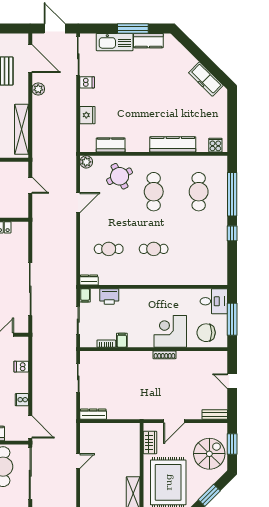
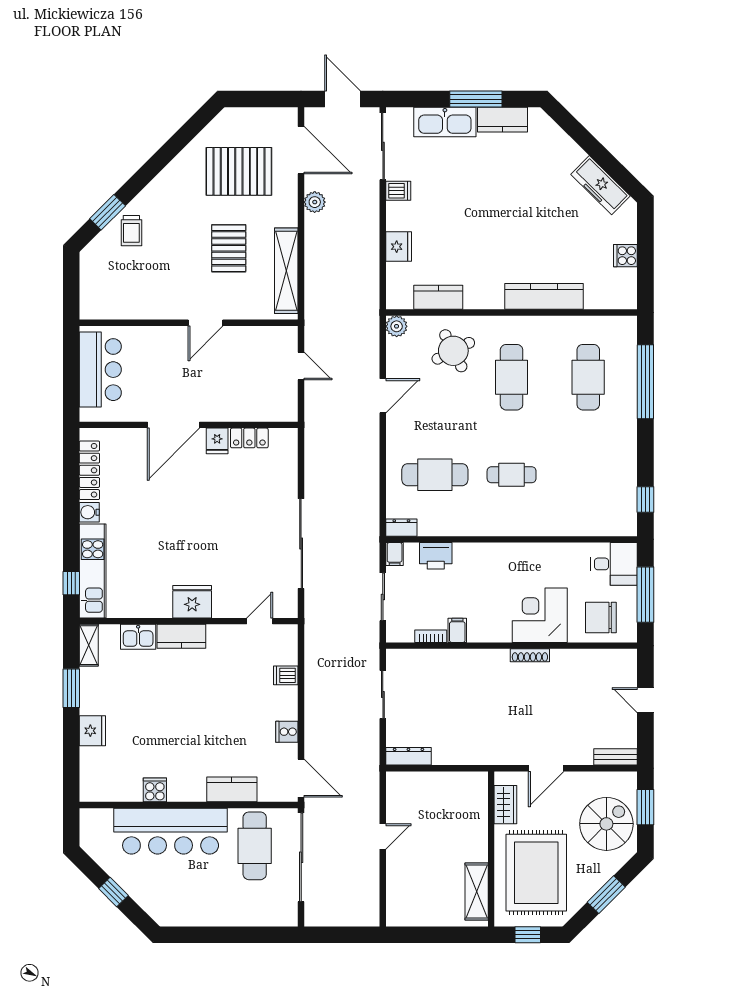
cooker: (215, 145) -> (625, 256), moved, turned -90
window: (232, 233) -> (645, 500), moved
cafe table: (109, 249) -> (435, 475), width x1.37, depth x1.35

